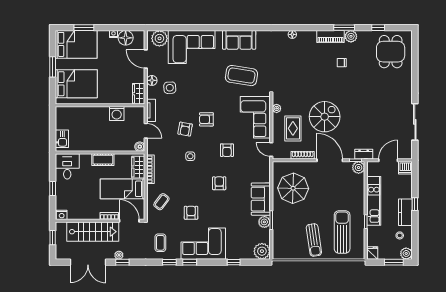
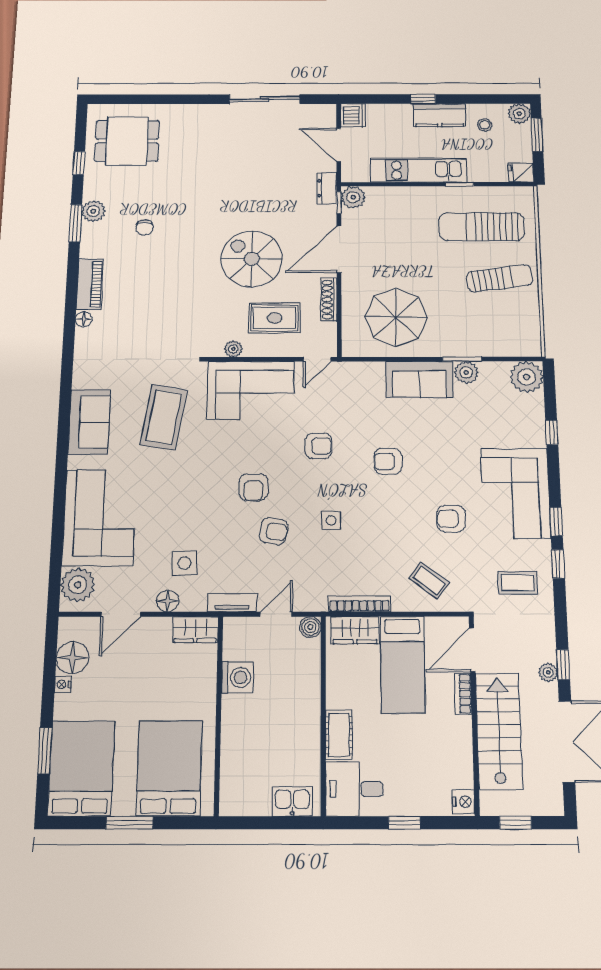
piano: (330, 36) -> (90, 284), moved
cot: (103, 160) -> (339, 735), moved

